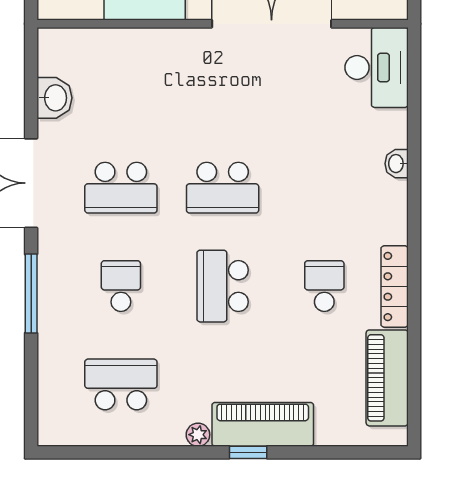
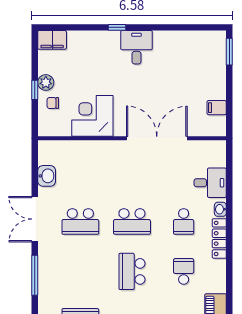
desk: (377, 67) -> (210, 183), moved, width x0.73
school desk: (121, 286) -> (184, 222), moved, turned 180
locker: (395, 287) -> (219, 238), moved

